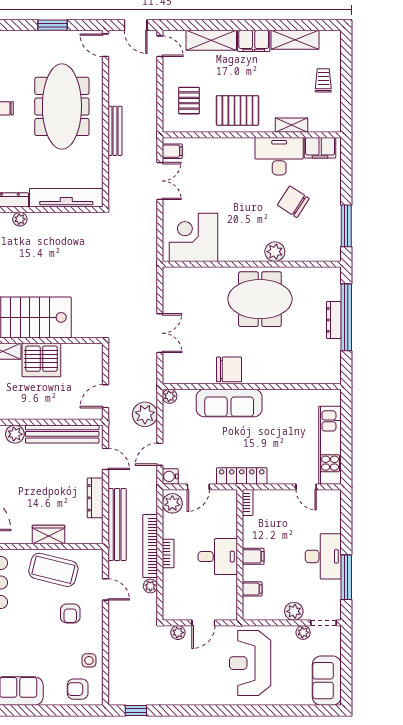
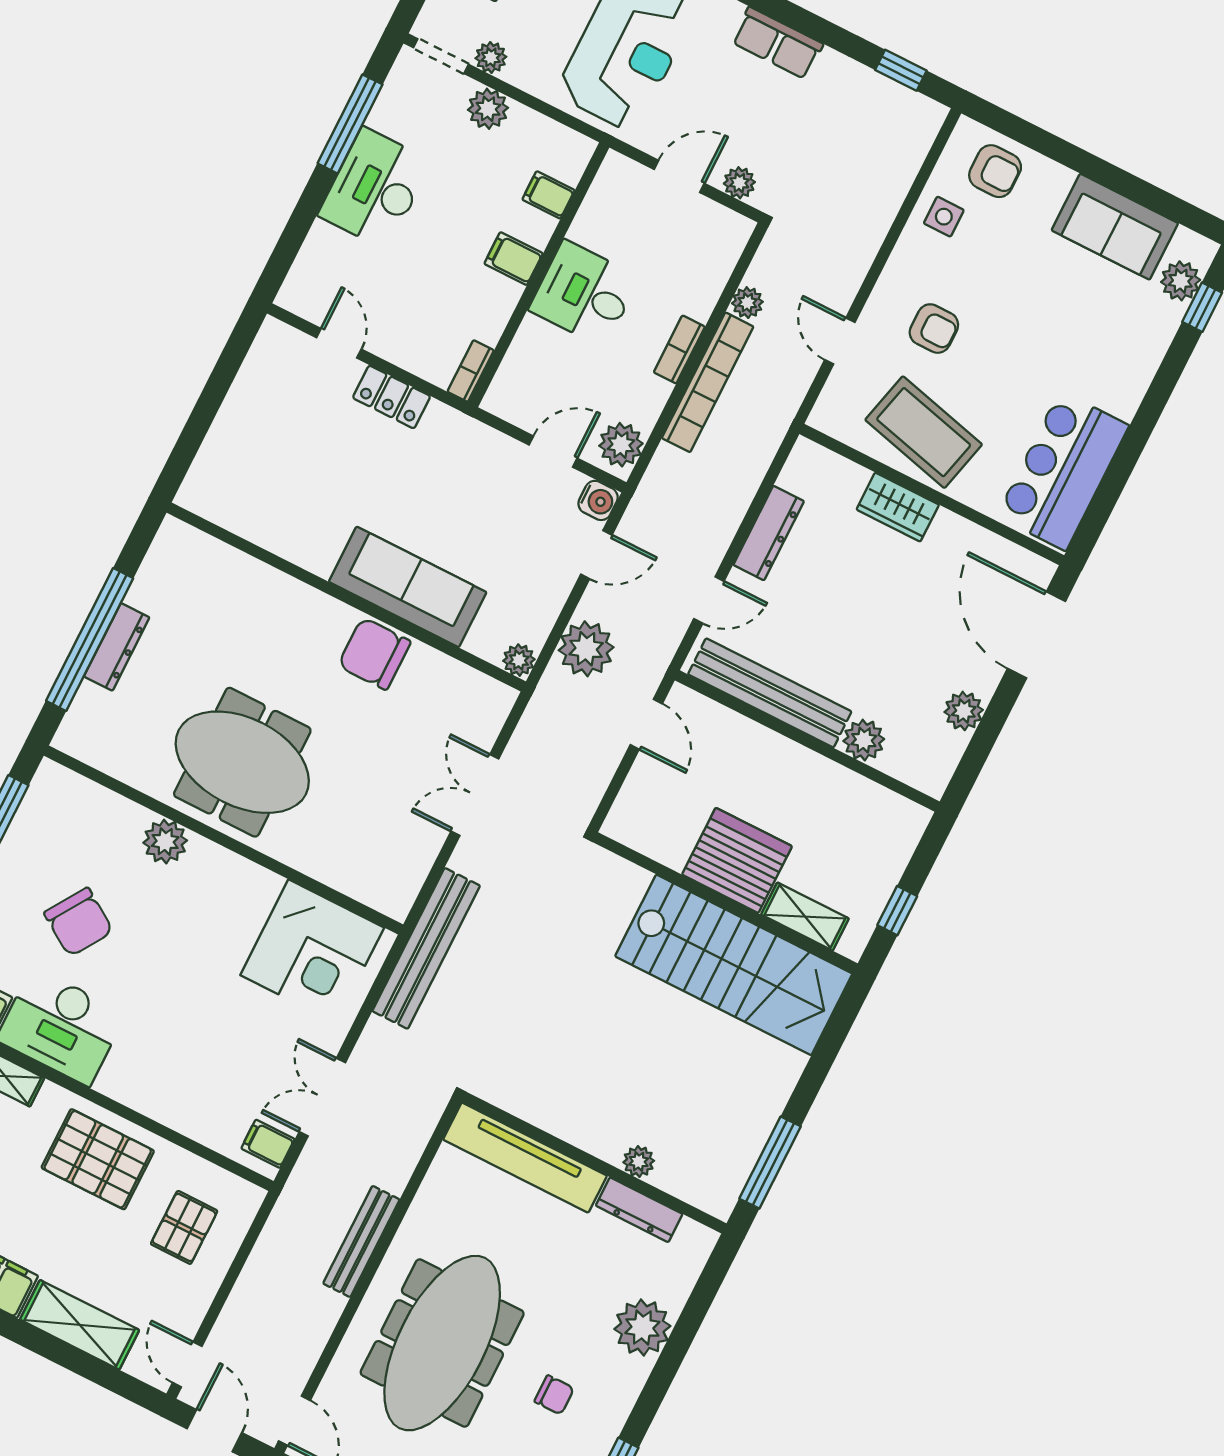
door: (106, 396) -> (646, 724), hinge flipped
kitchen unit: (330, 445) -> (250, 402), removed
door: (106, 459) -> (709, 600), swing flipped
locker: (242, 476) -> (392, 397), moved, width x0.66
bench: (117, 525) -> (426, 948), moved
armchair: (70, 613) -> (934, 329), turned 90
row of seats: (191, 696) -> (777, 43), added

